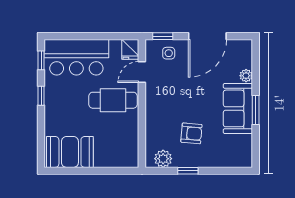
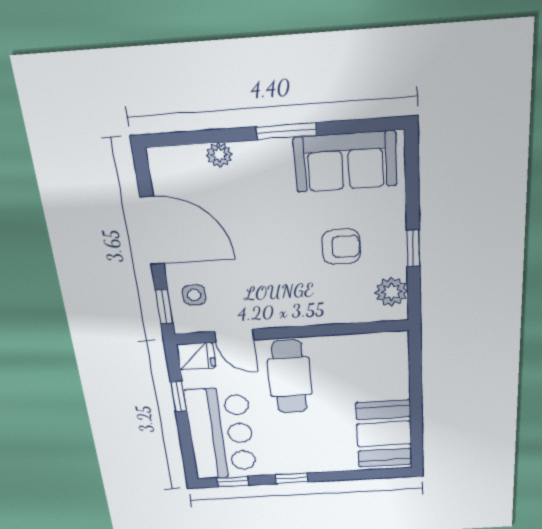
window: (104, 36) -> (179, 396), added
sofa: (238, 108) -> (345, 162), moved
armchair: (191, 133) -> (341, 247), turned 85

